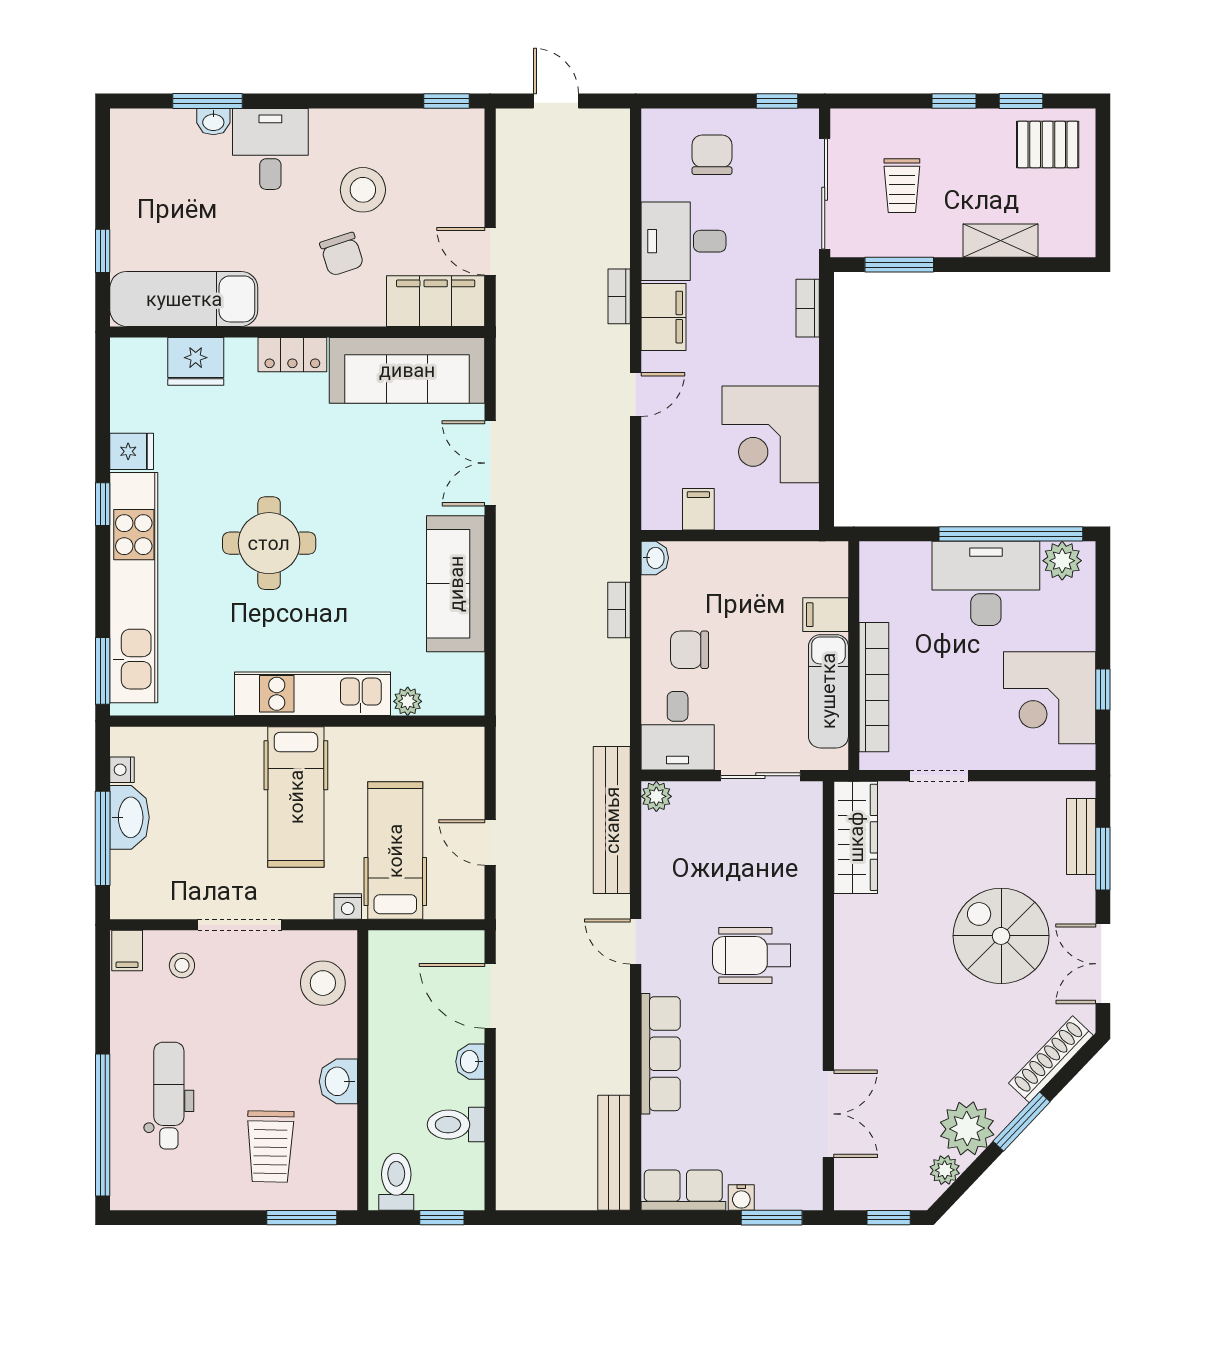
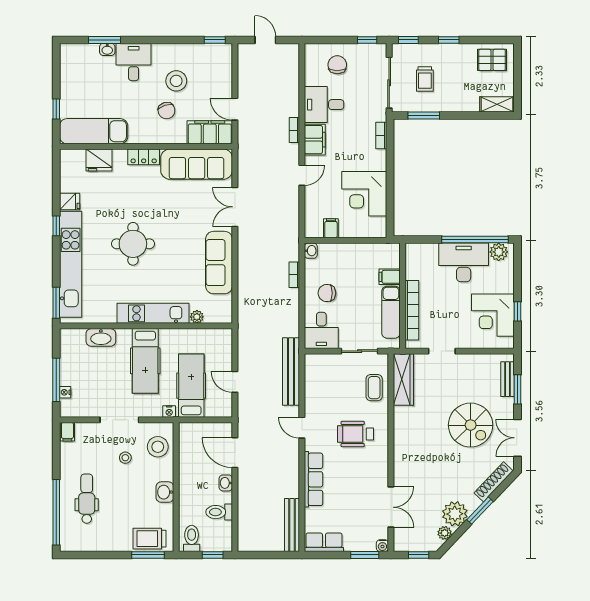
window: (1021, 101) -> (408, 40), moved
shelving: (1001, 241) -> (497, 104), moved
nightstand: (122, 770) -> (65, 392), moved
plant: (656, 796) -> (312, 361), removed
washbasin: (130, 817) -> (101, 337), moved, turned 90
coffee table: (792, 855) -> (374, 388), added
spiral stairs: (1001, 936) -> (471, 425), turned 180
stool: (182, 965) -> (125, 458), moved
trolley: (270, 1147) -> (150, 539), moved, turned 89
water cooler: (741, 1197) -> (382, 546), moved

